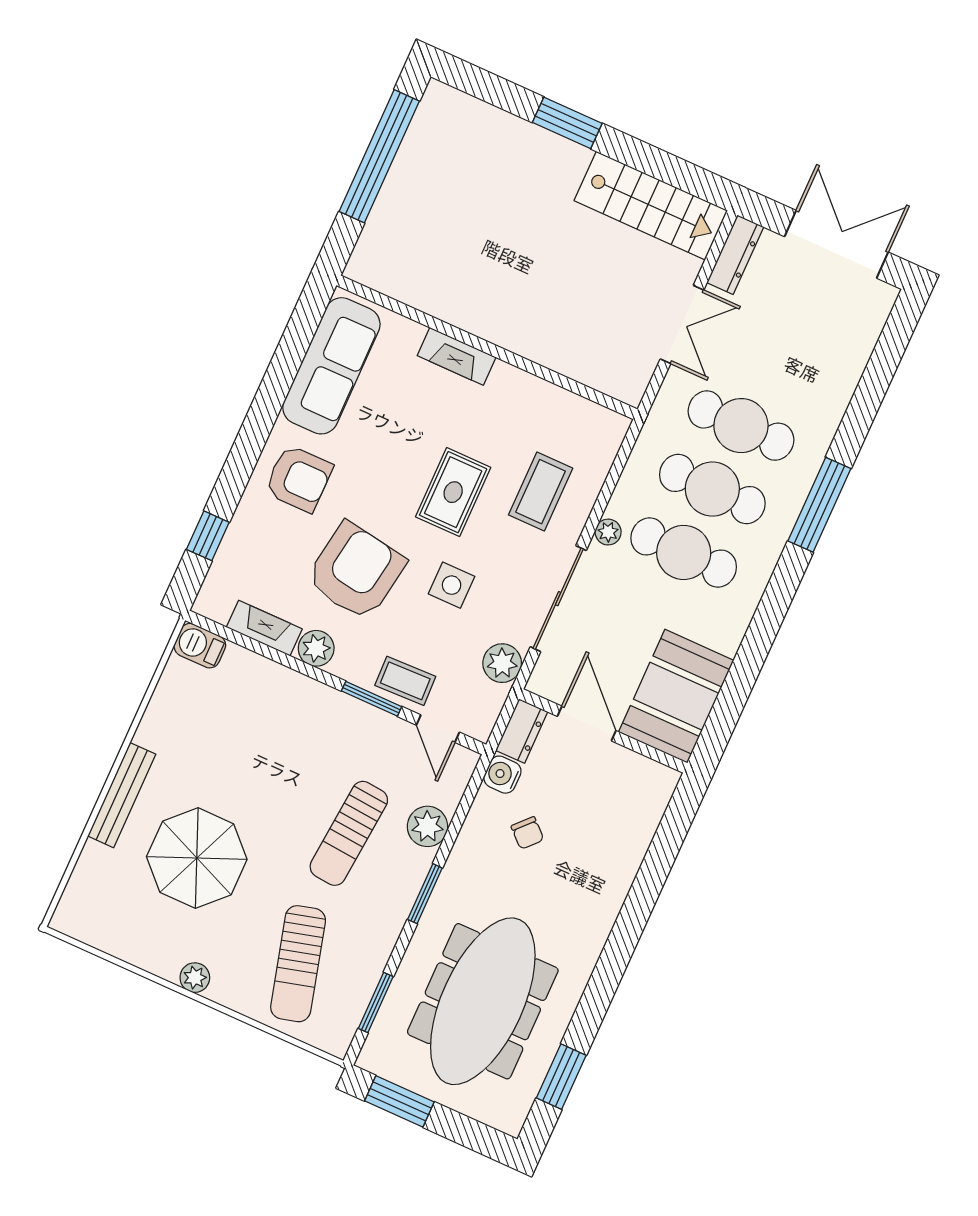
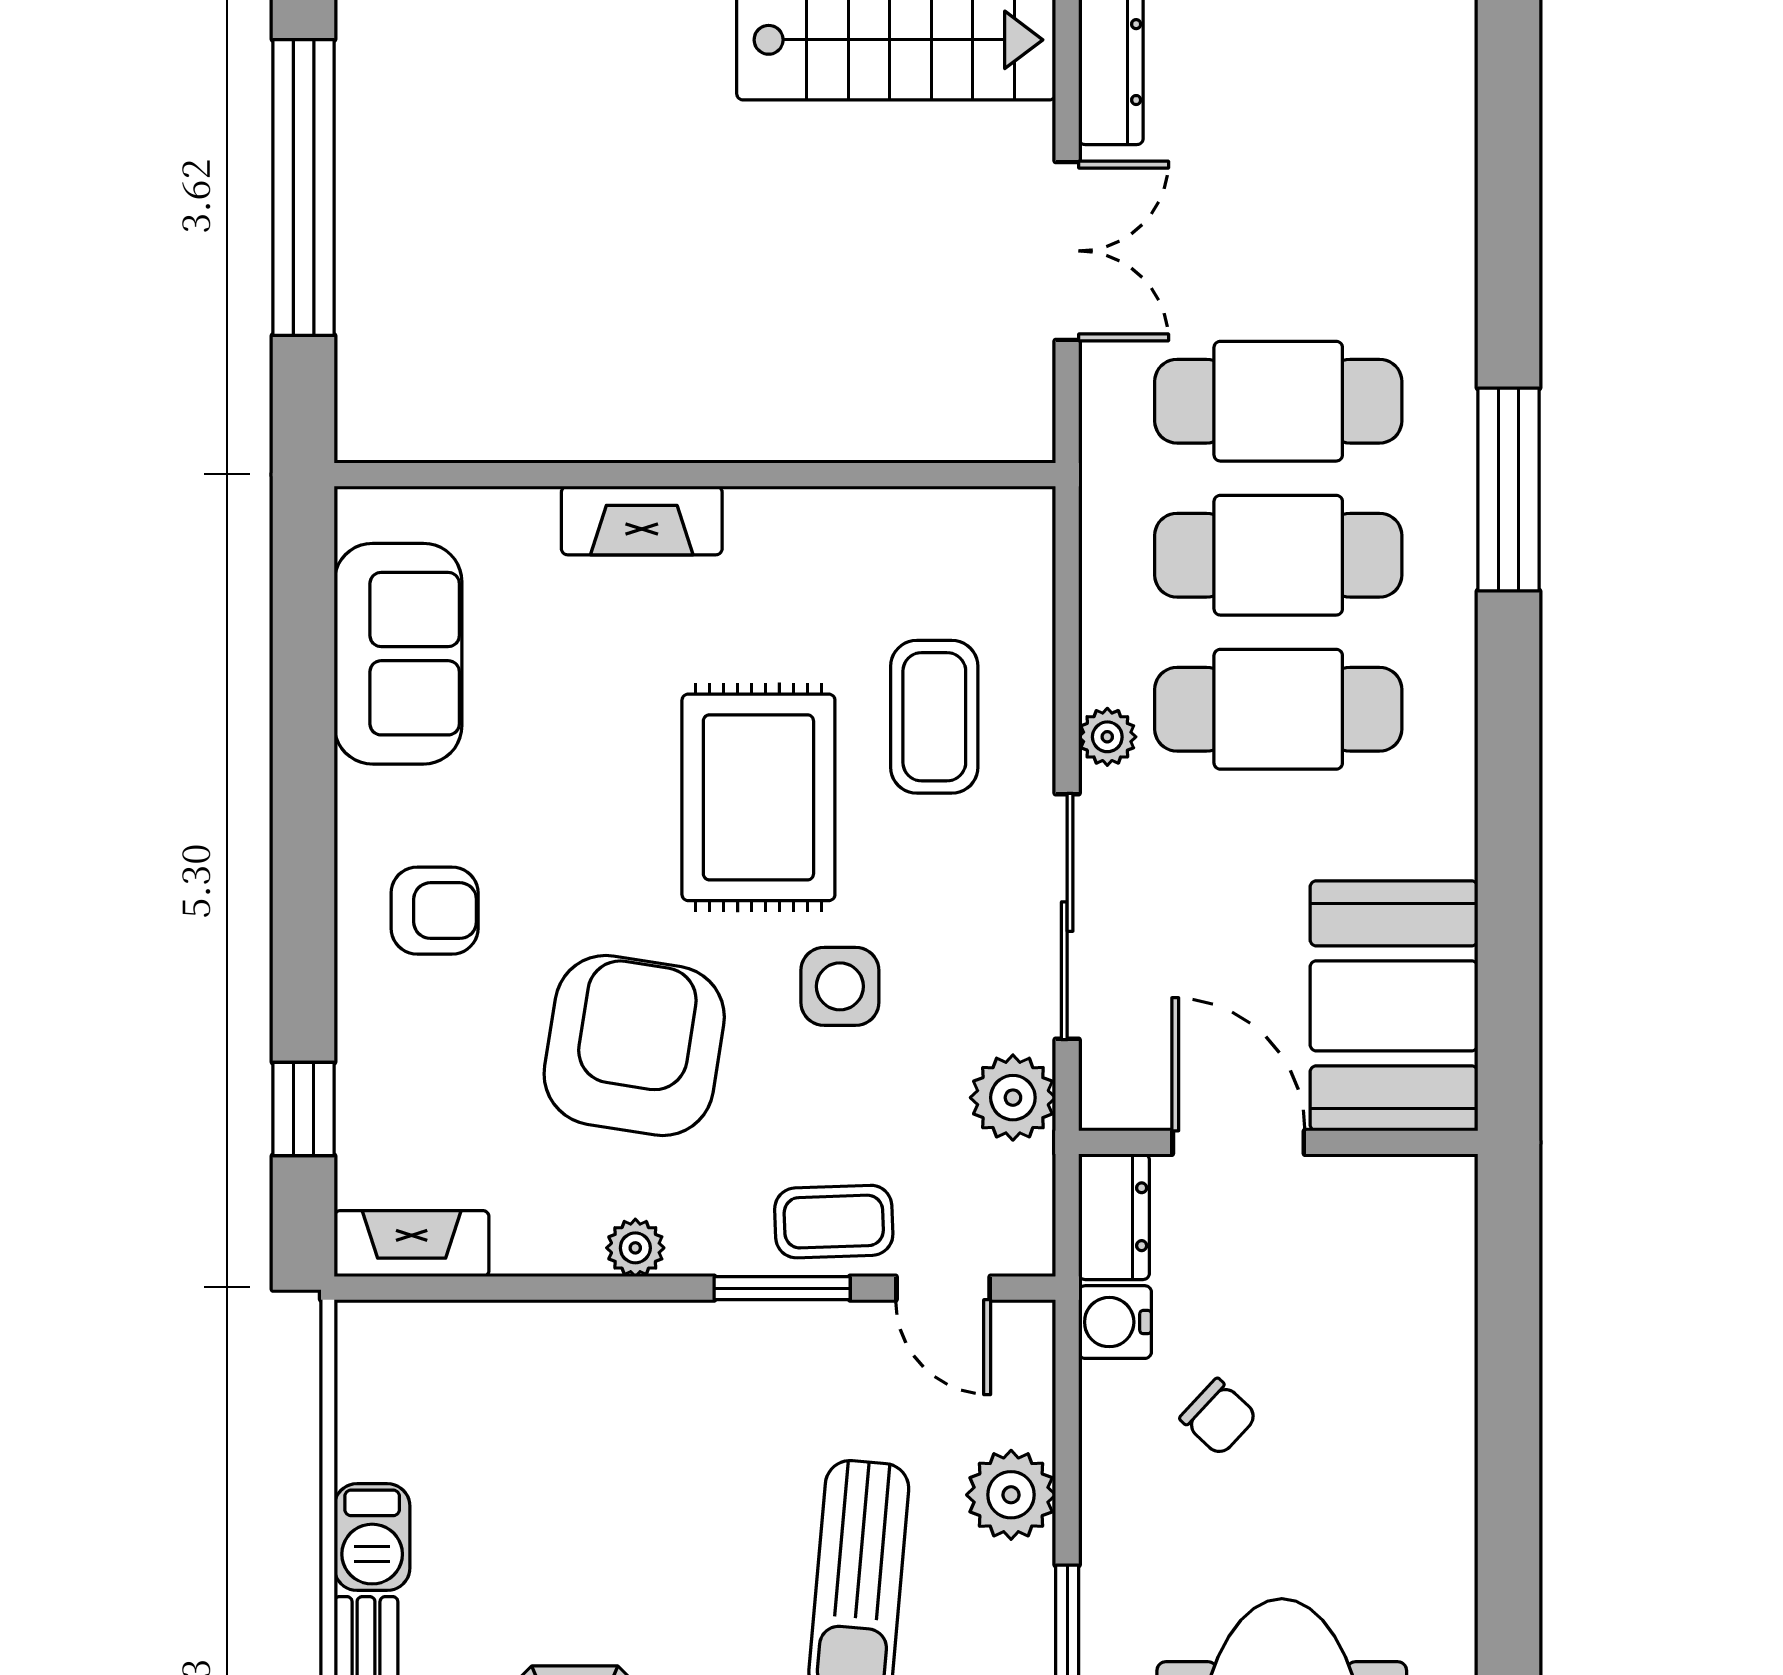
sofa: (331, 366) -> (398, 654), width x0.73
armchair: (299, 478) -> (435, 911), width x0.72, depth x0.72
rug: (453, 492) -> (758, 797), width x1.36, depth x1.43
fireplace: (264, 628) -> (412, 1244), moved
barbecue: (200, 646) -> (372, 1537), moved, turned -90
plant: (316, 648) -> (635, 1248), width x0.73, depth x0.73

